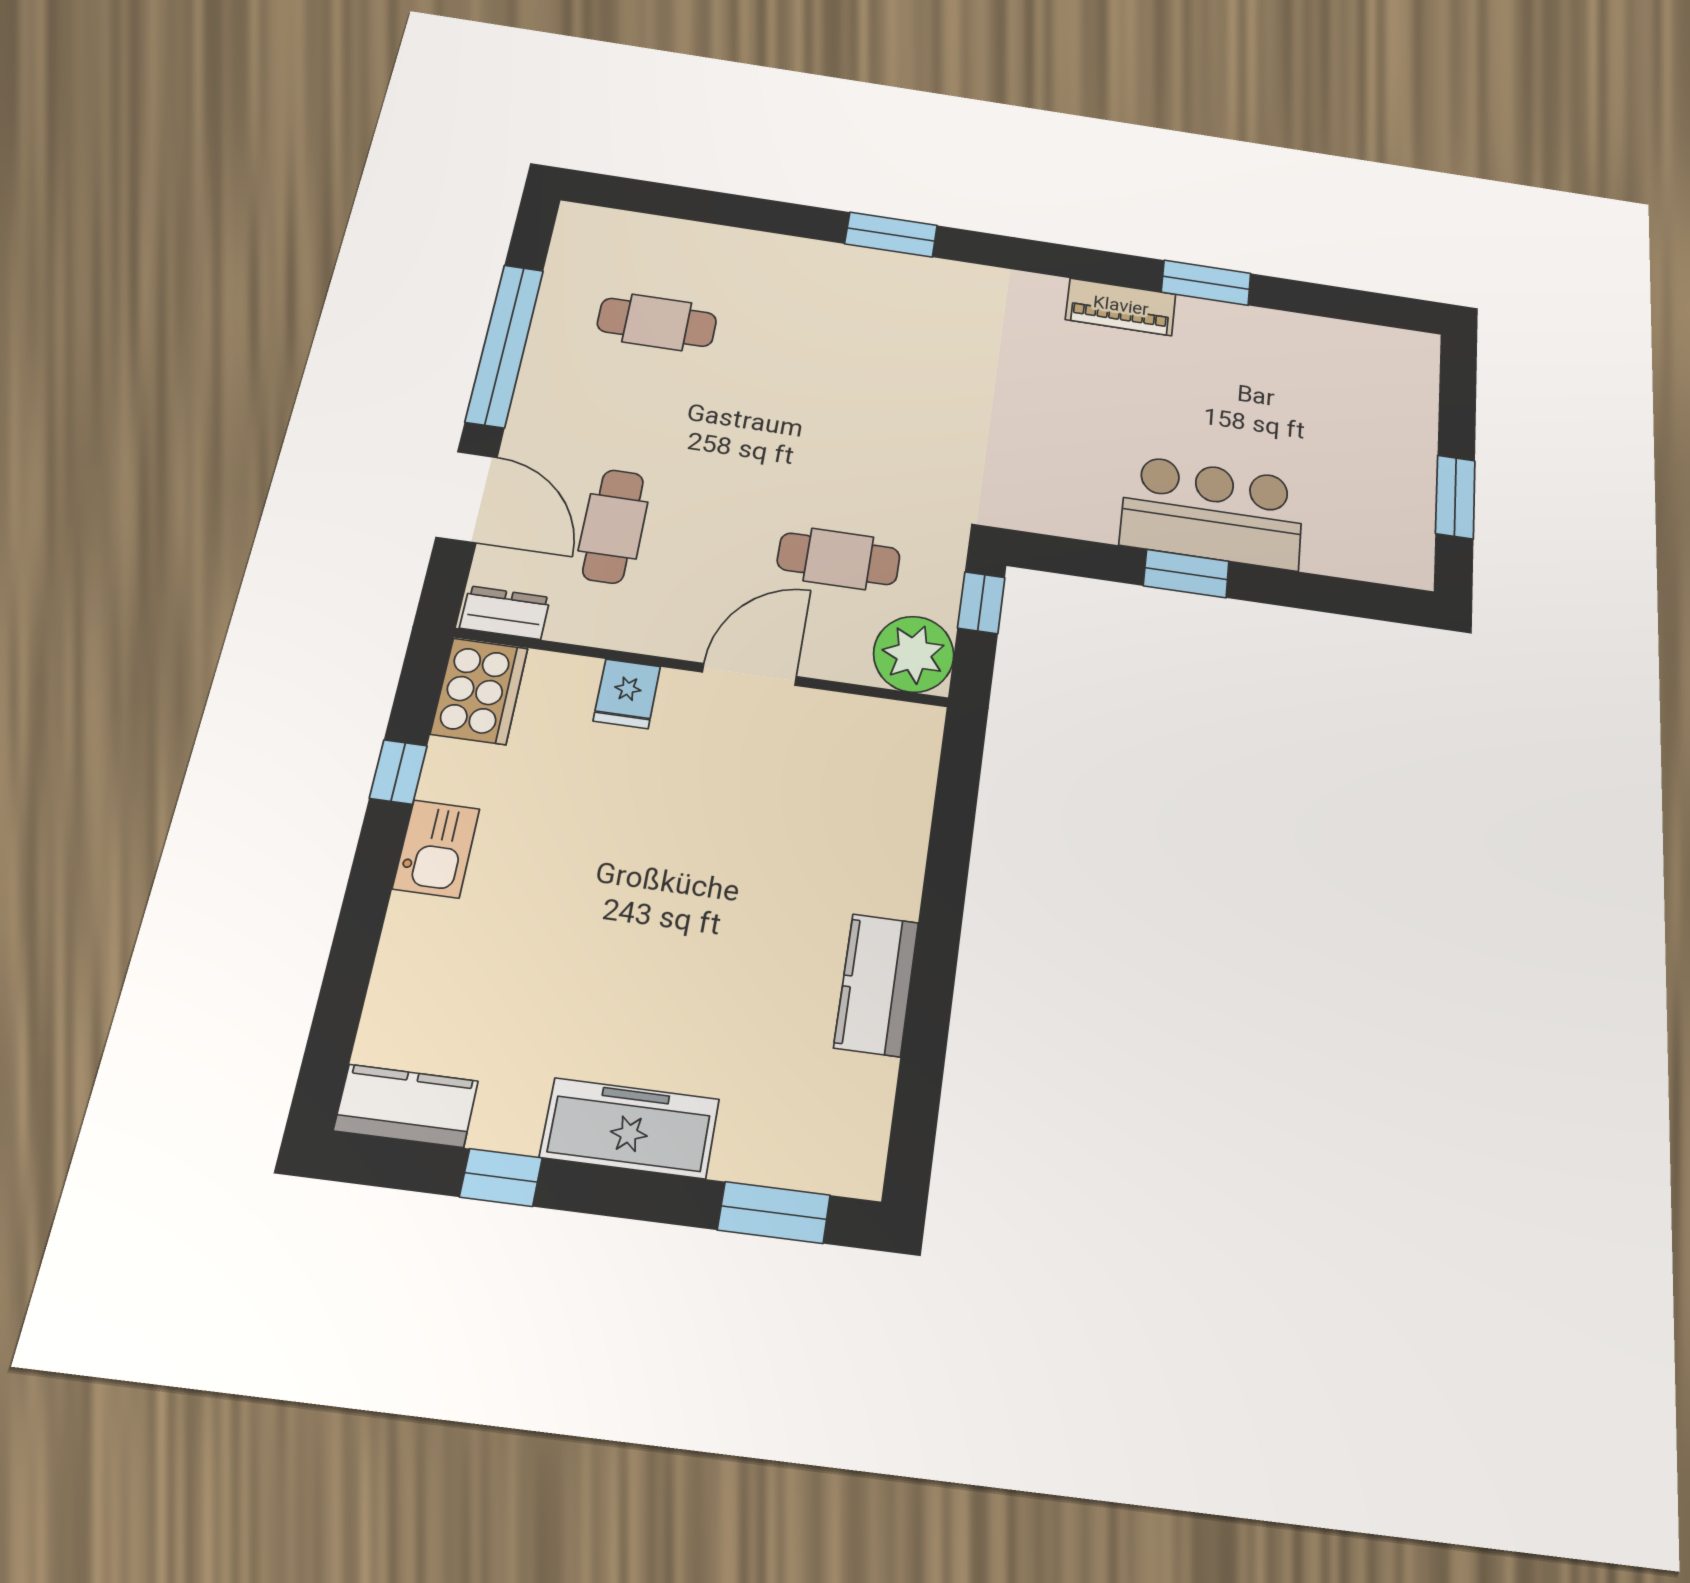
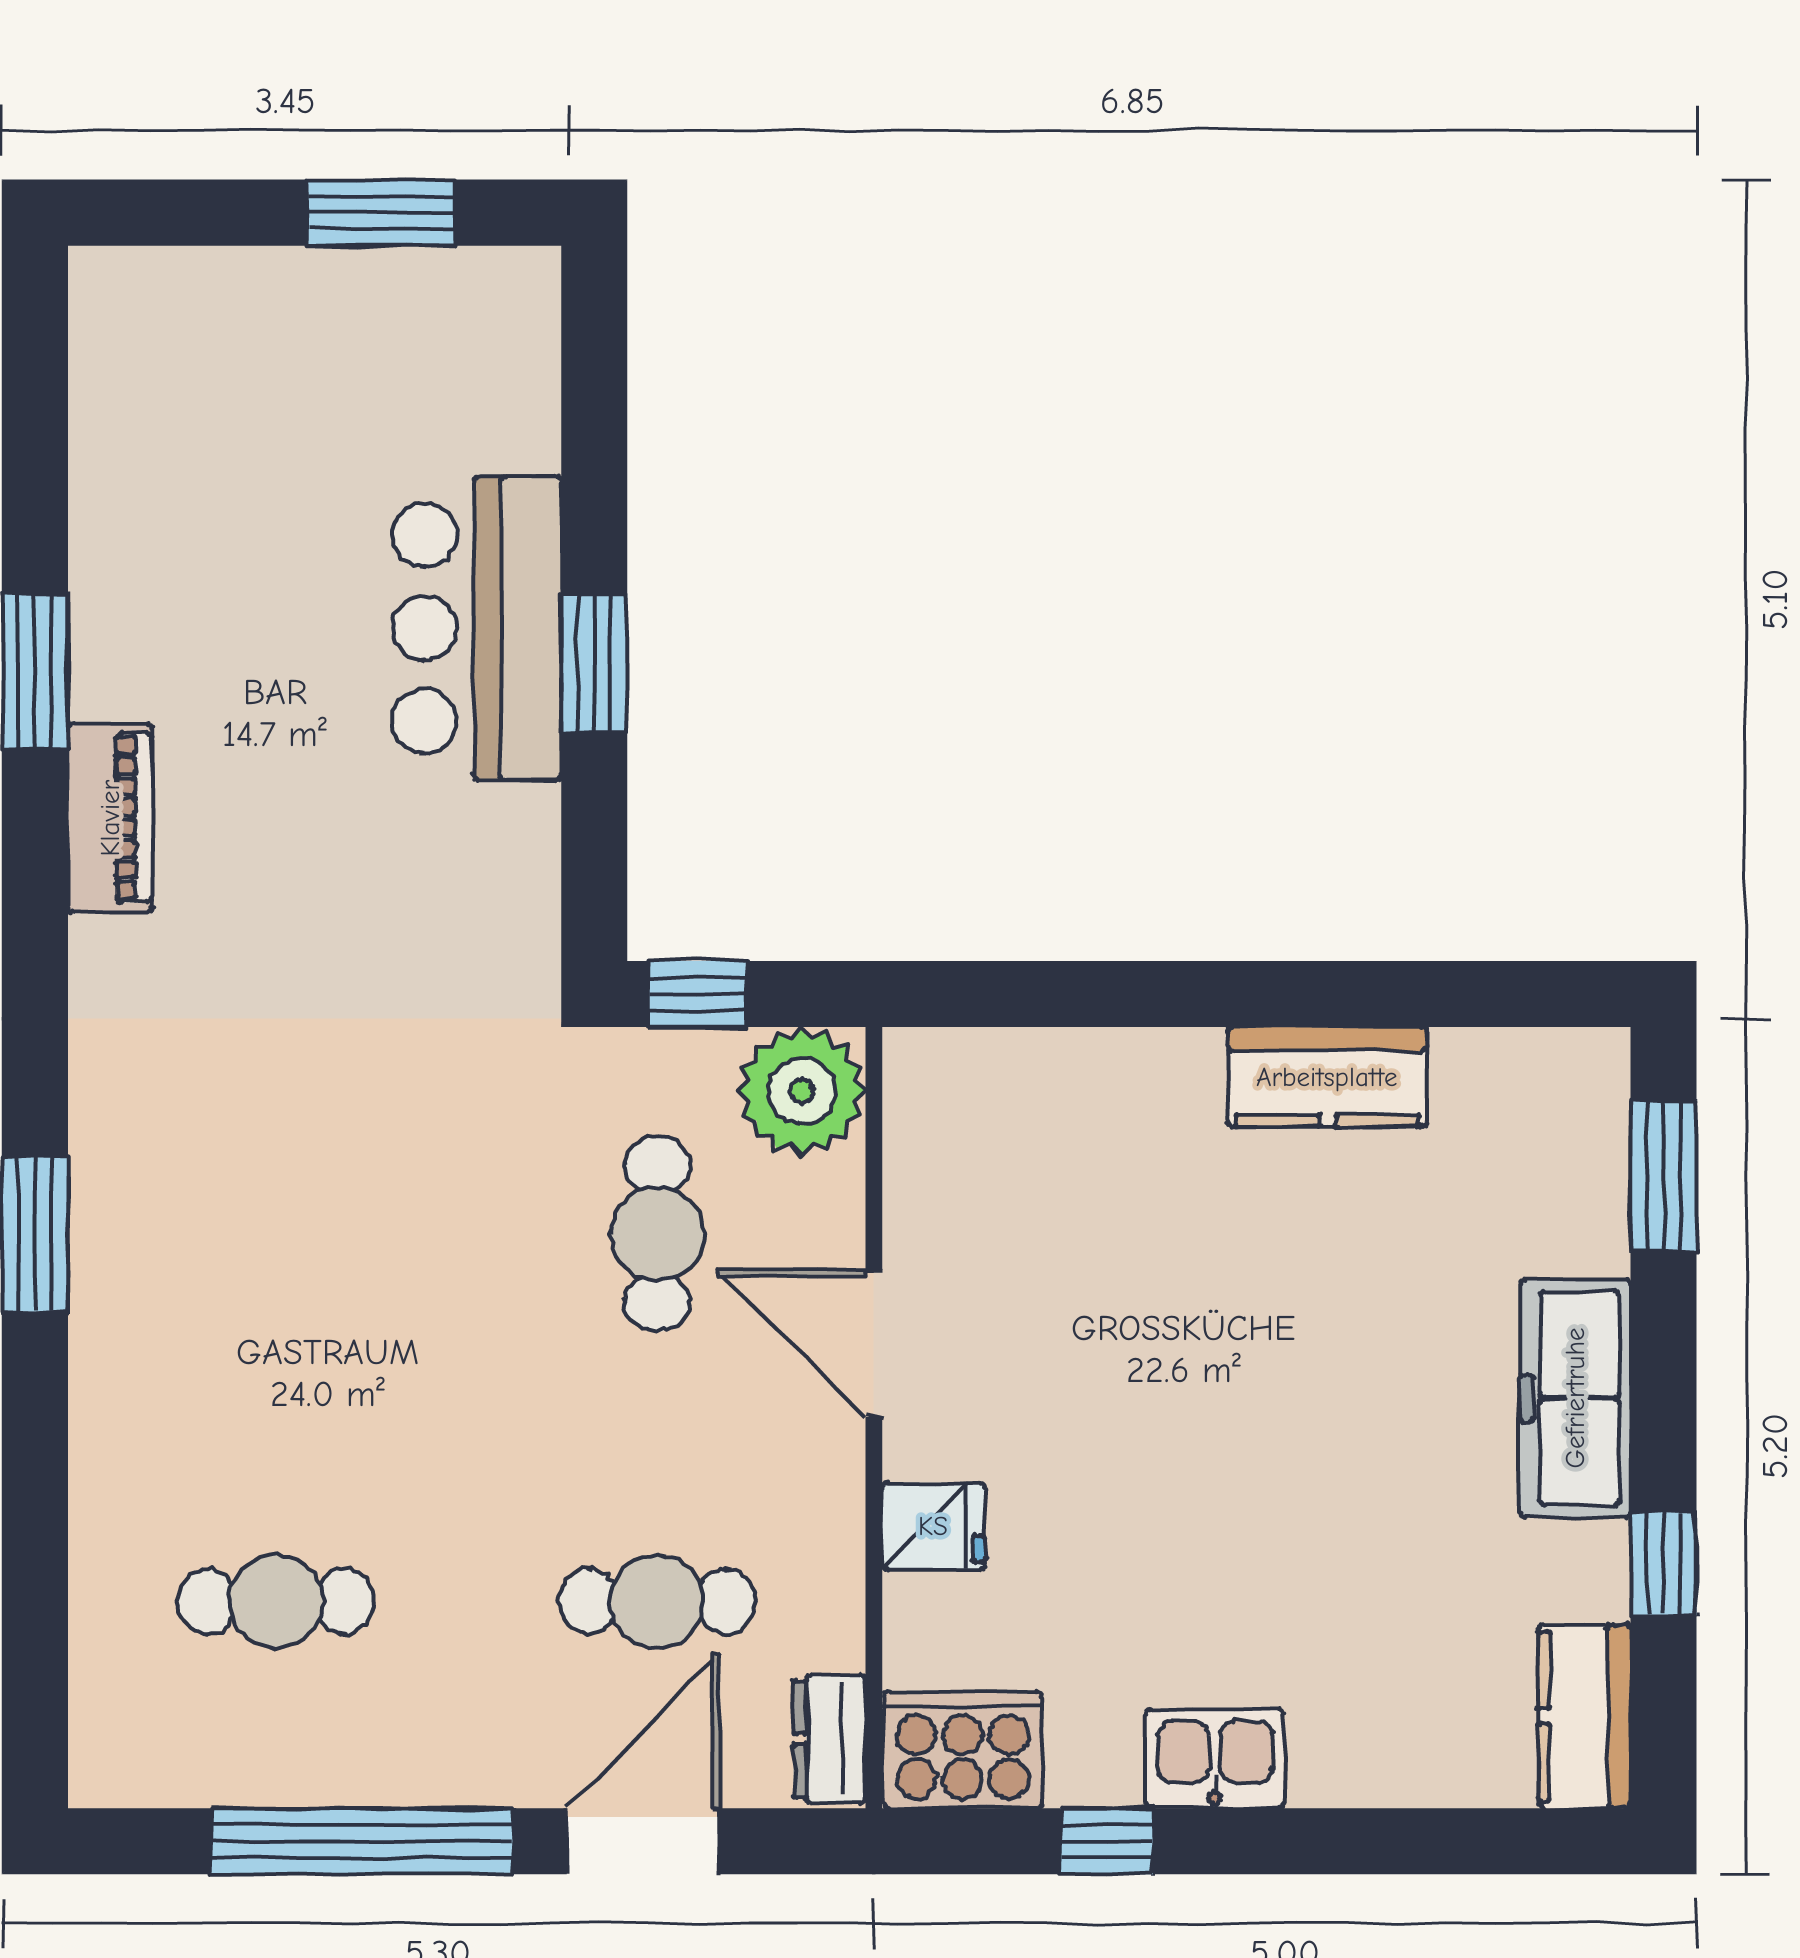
cafe table: (657, 322) -> (276, 1601), turned 90

